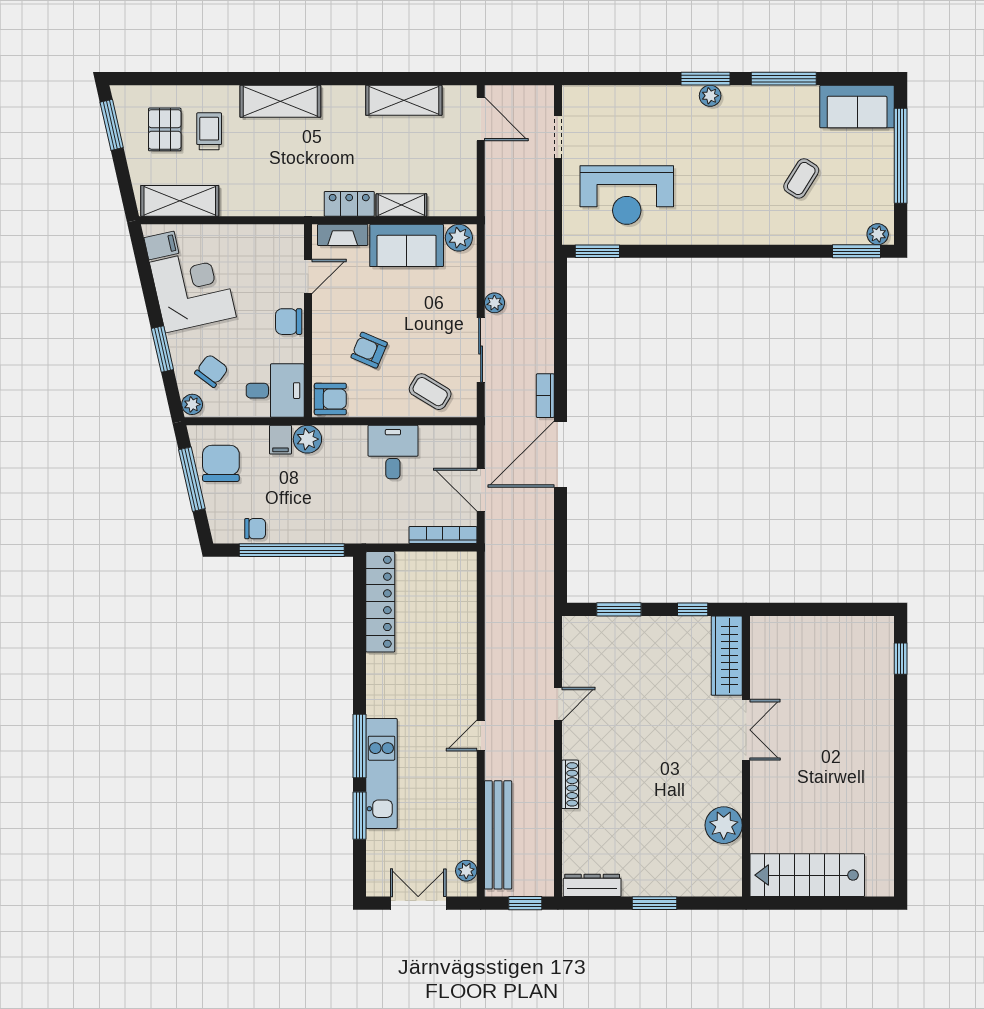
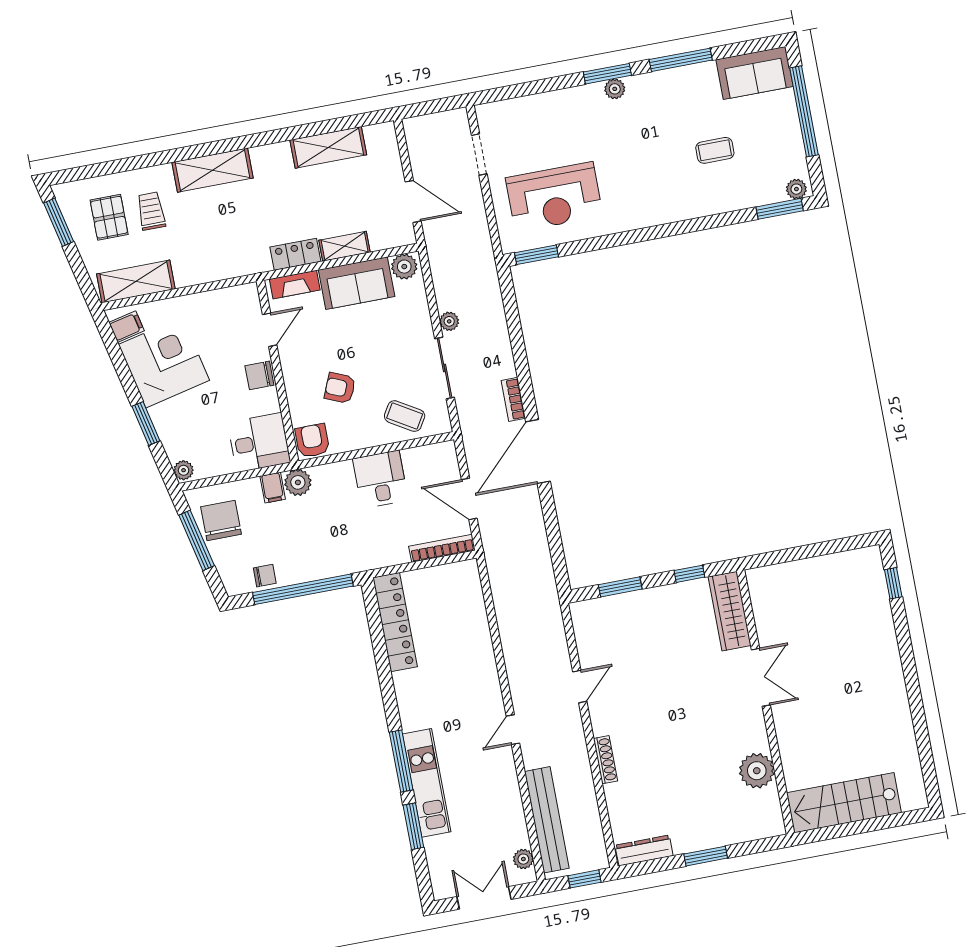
door: (481, 119) -> (413, 201), moved
coffee table: (801, 178) -> (715, 150), turned 58
chair: (211, 371) -> (196, 435), removed
armchair: (330, 399) -> (312, 441), turned -90

